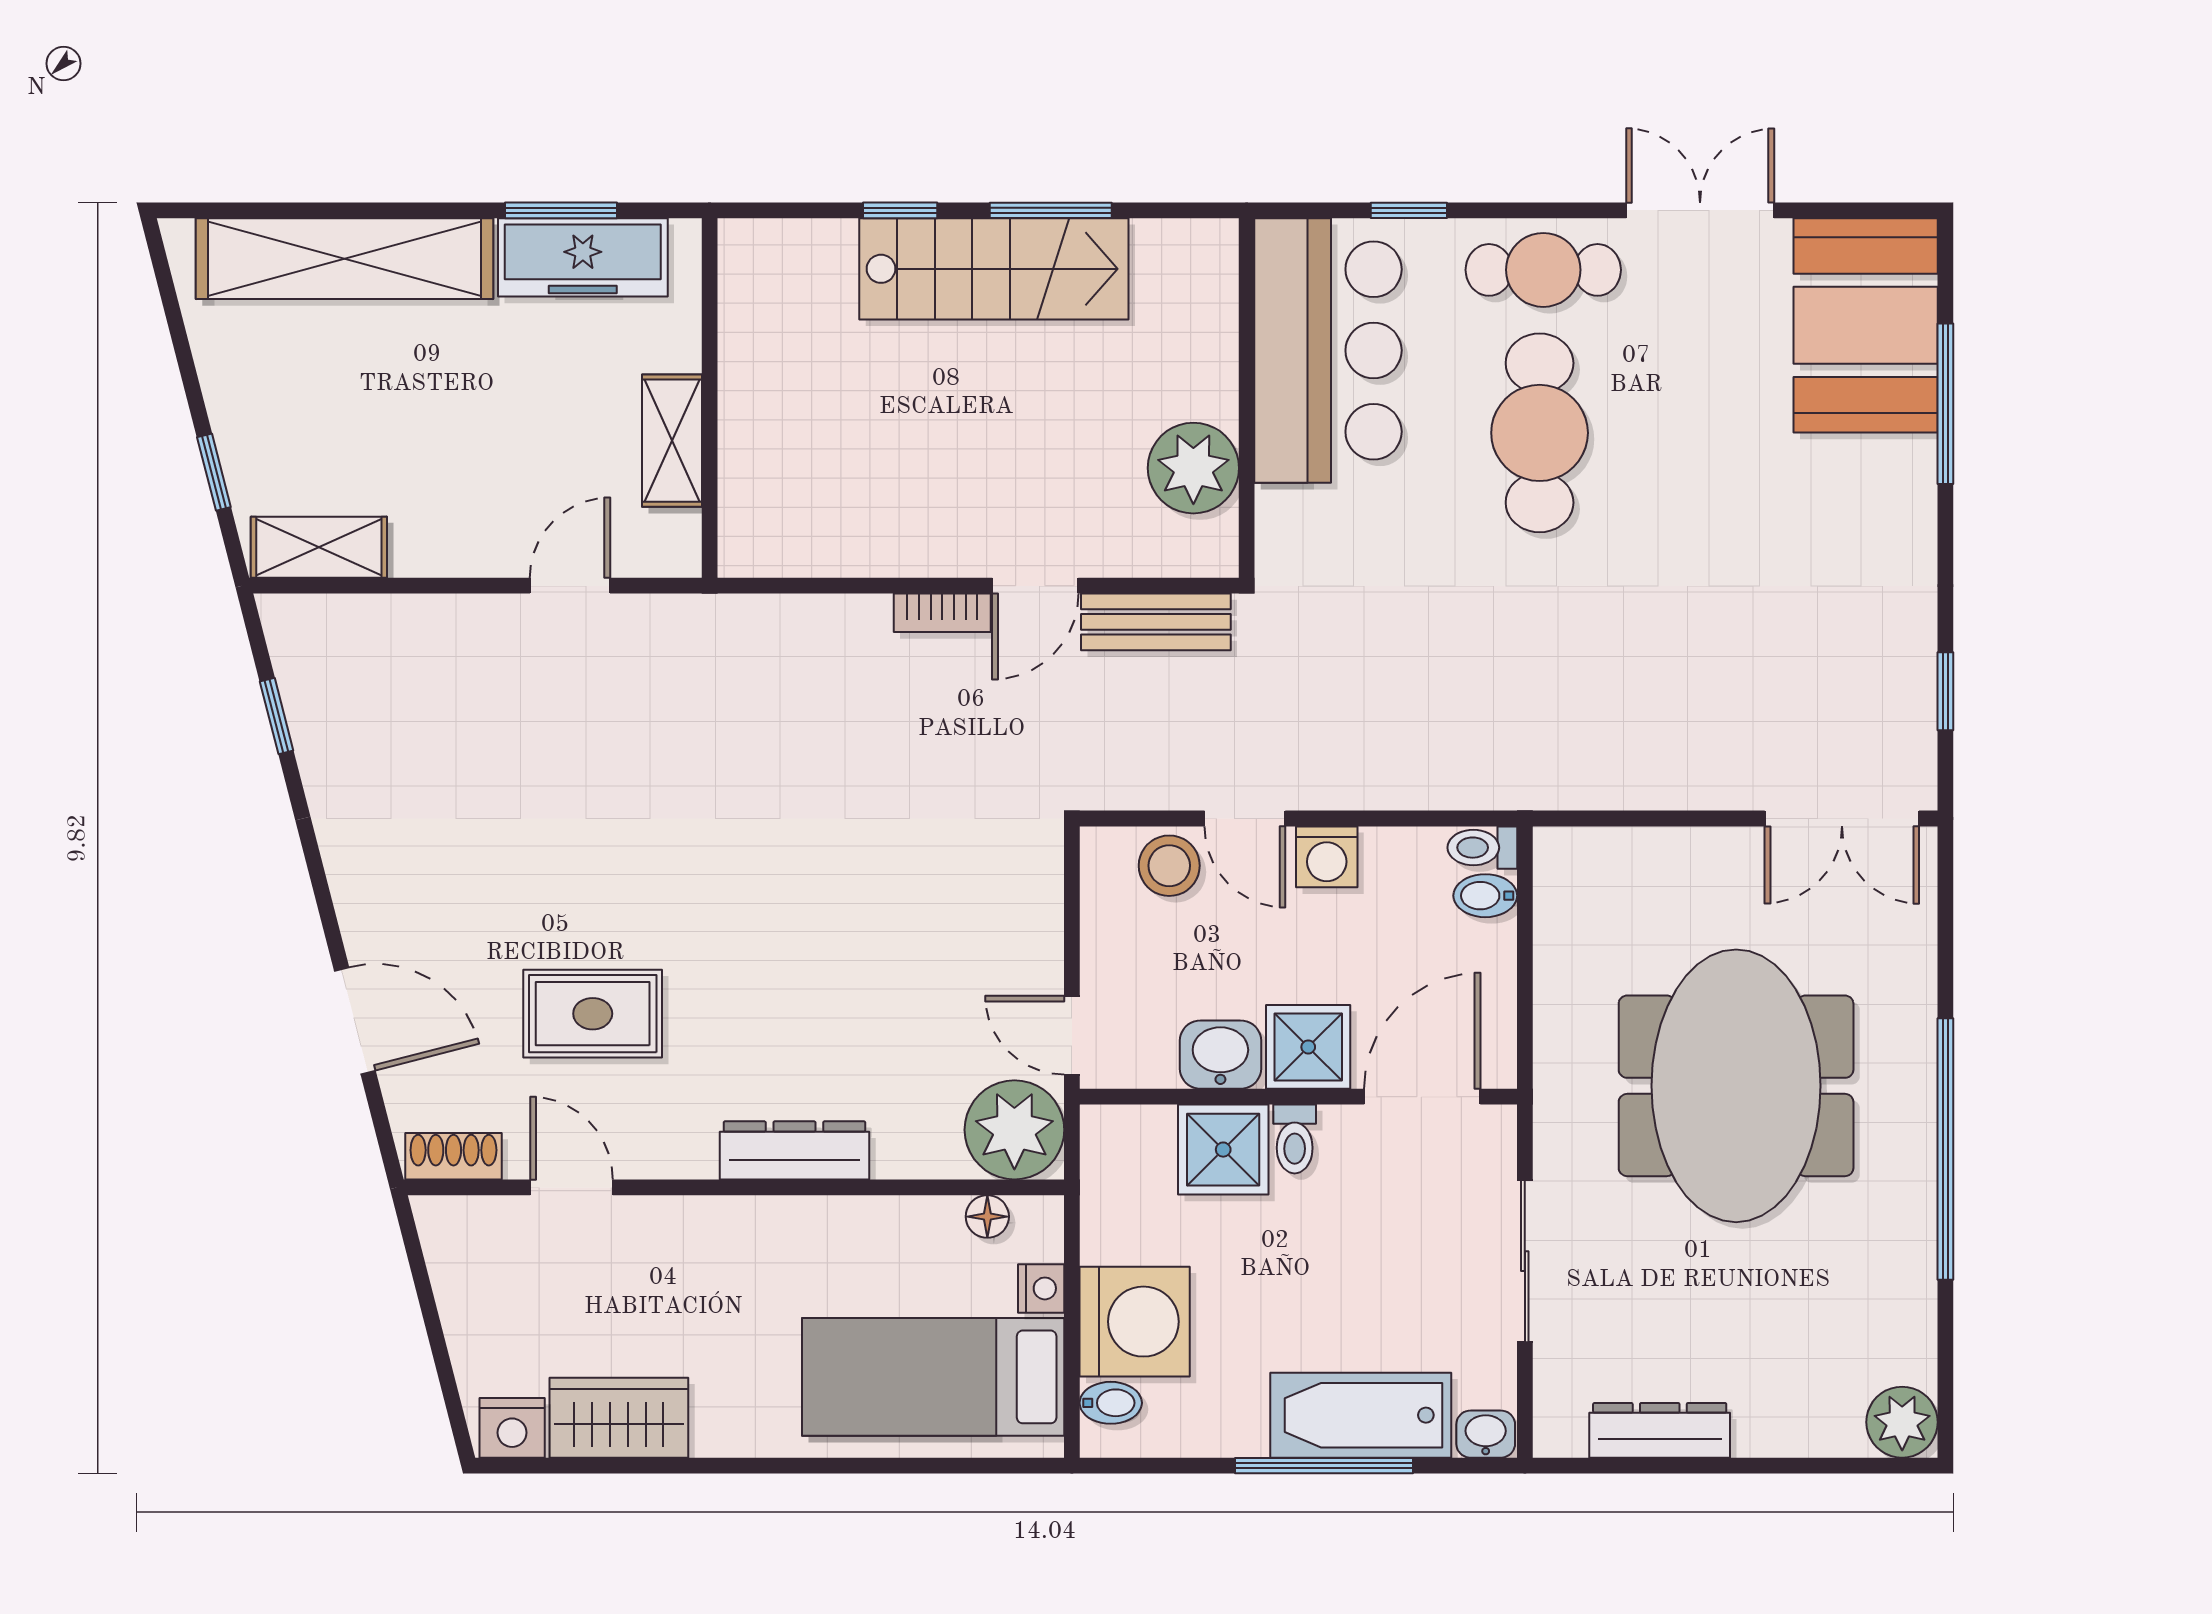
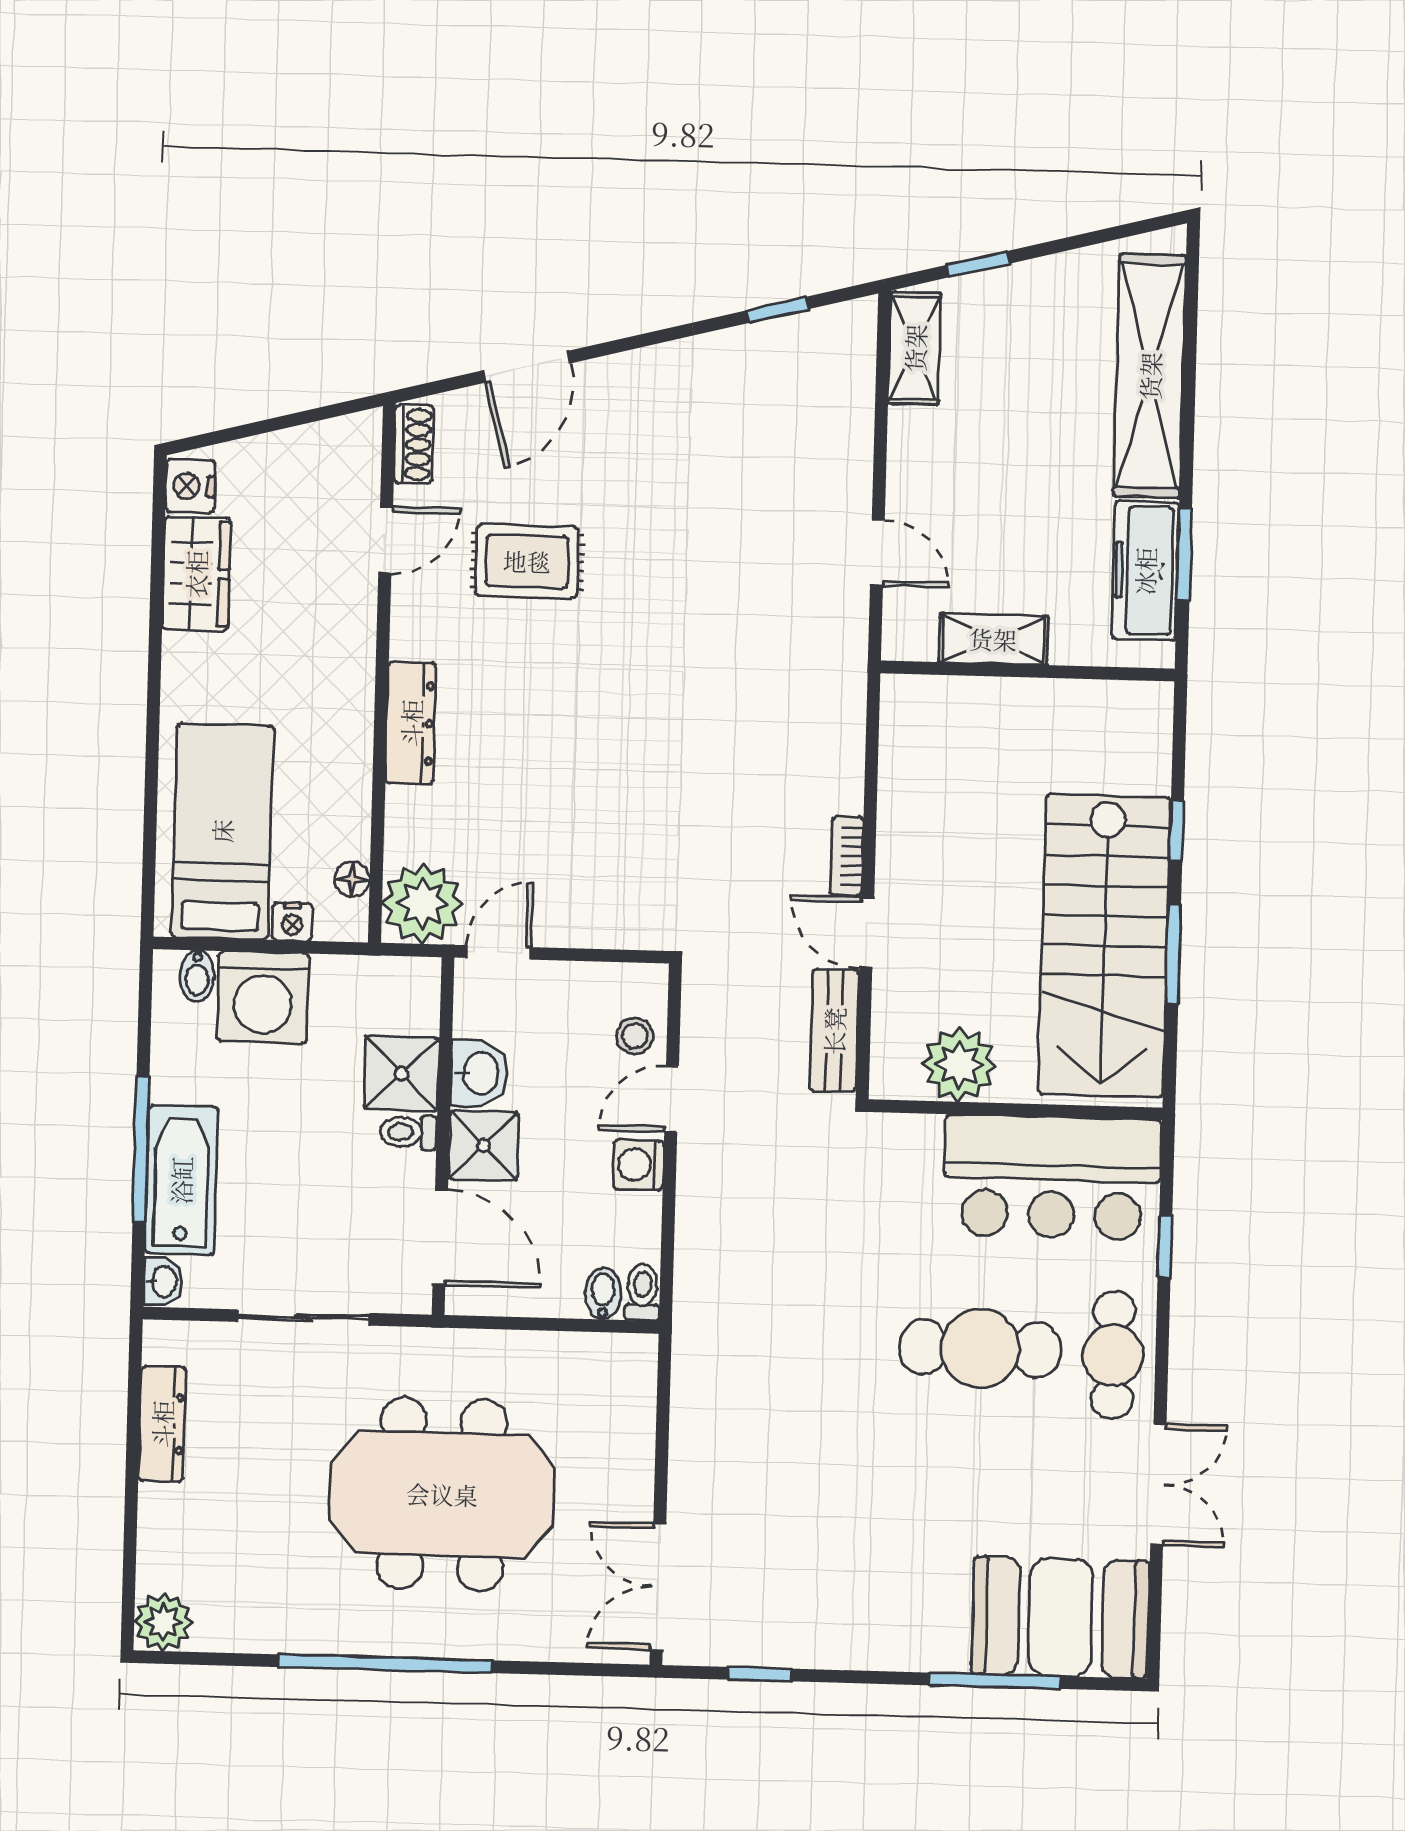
stairs: (994, 269) -> (1105, 946), width x1.36, depth x1.51
stool: (1169, 866) -> (635, 1036), width x0.73, depth x0.73
rug: (593, 1014) -> (527, 561), turned 90

